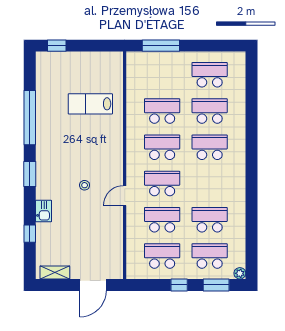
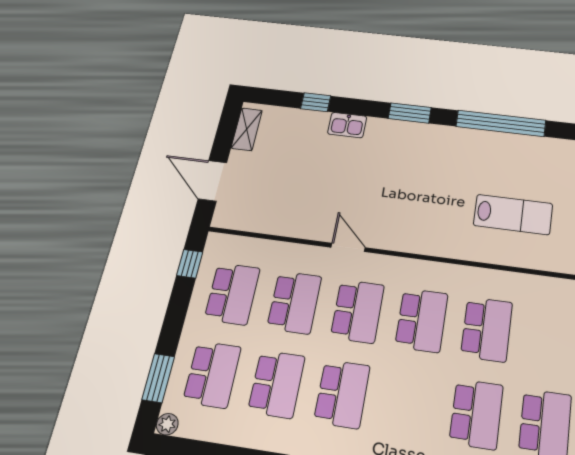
lab bench: (90, 104) -> (513, 214), turned 90
school desk: (210, 147) -> (342, 394), moved
stool: (85, 185) -> (377, 189), removed
window: (179, 285) -> (190, 264), moved

